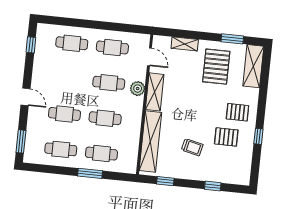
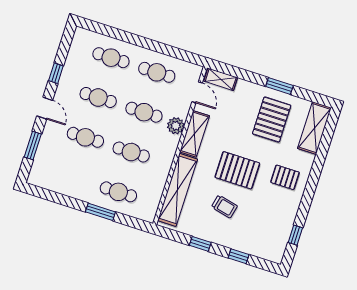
window: (232, 39) -> (279, 86), moved
shelving: (185, 44) -> (221, 79), moved
window: (31, 45) -> (56, 73), moved
window: (258, 136) -> (295, 235), moved
pallet: (226, 137) -> (237, 170), moved, width x1.50, depth x1.42
window: (21, 141) -> (33, 145), moved
cafe table: (61, 149) -> (98, 97), moved
window: (165, 181) -> (200, 244), moved

